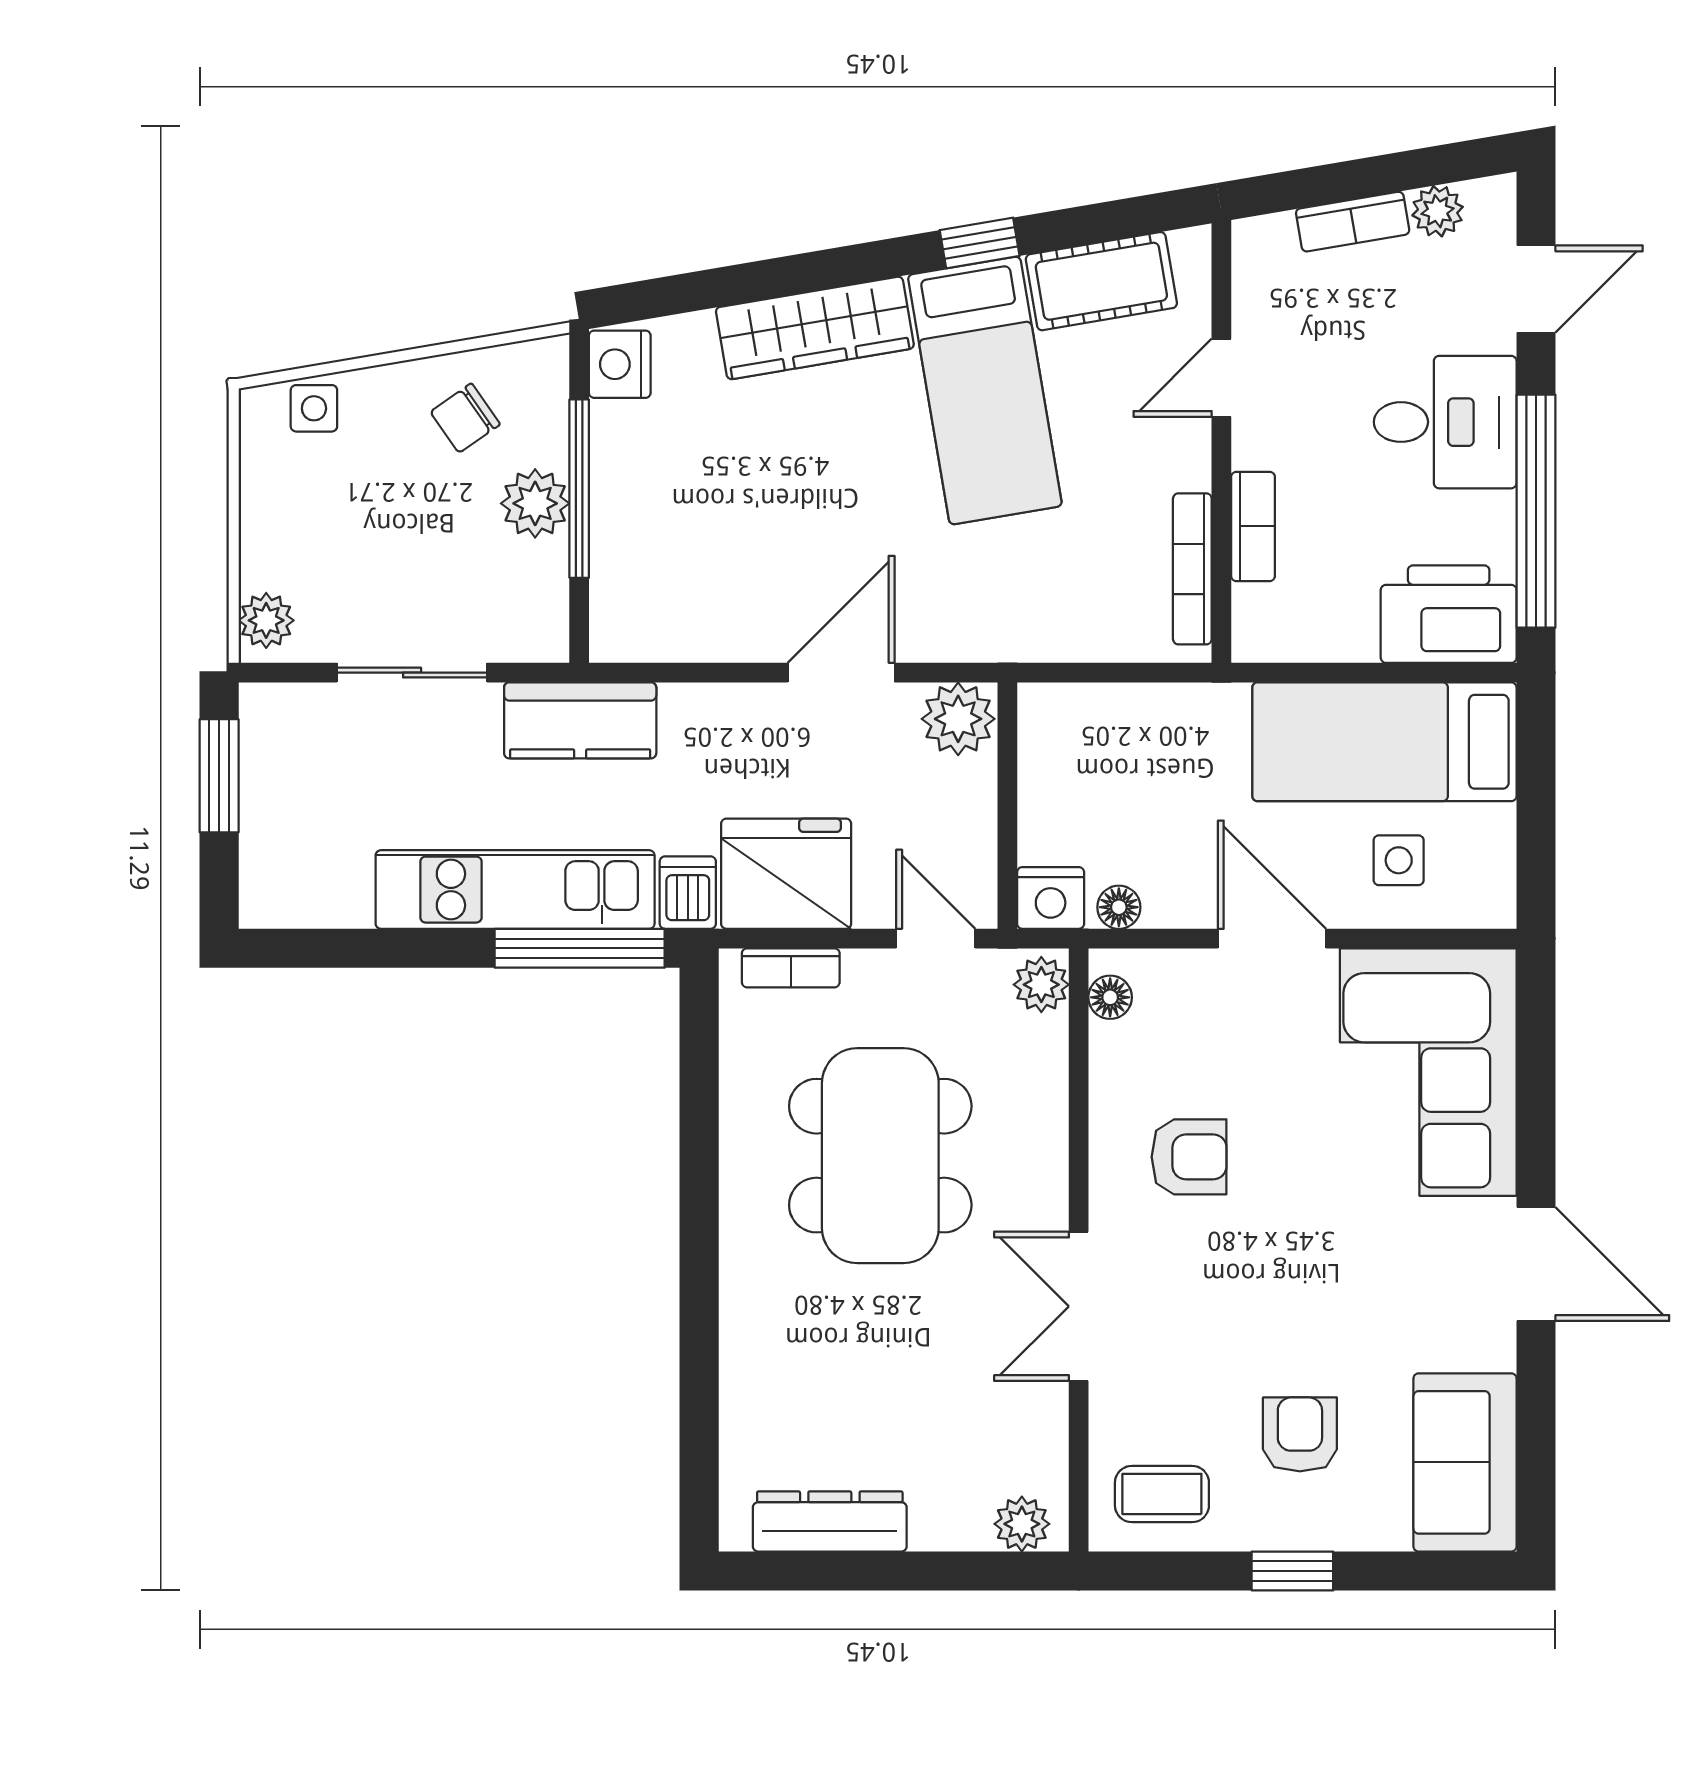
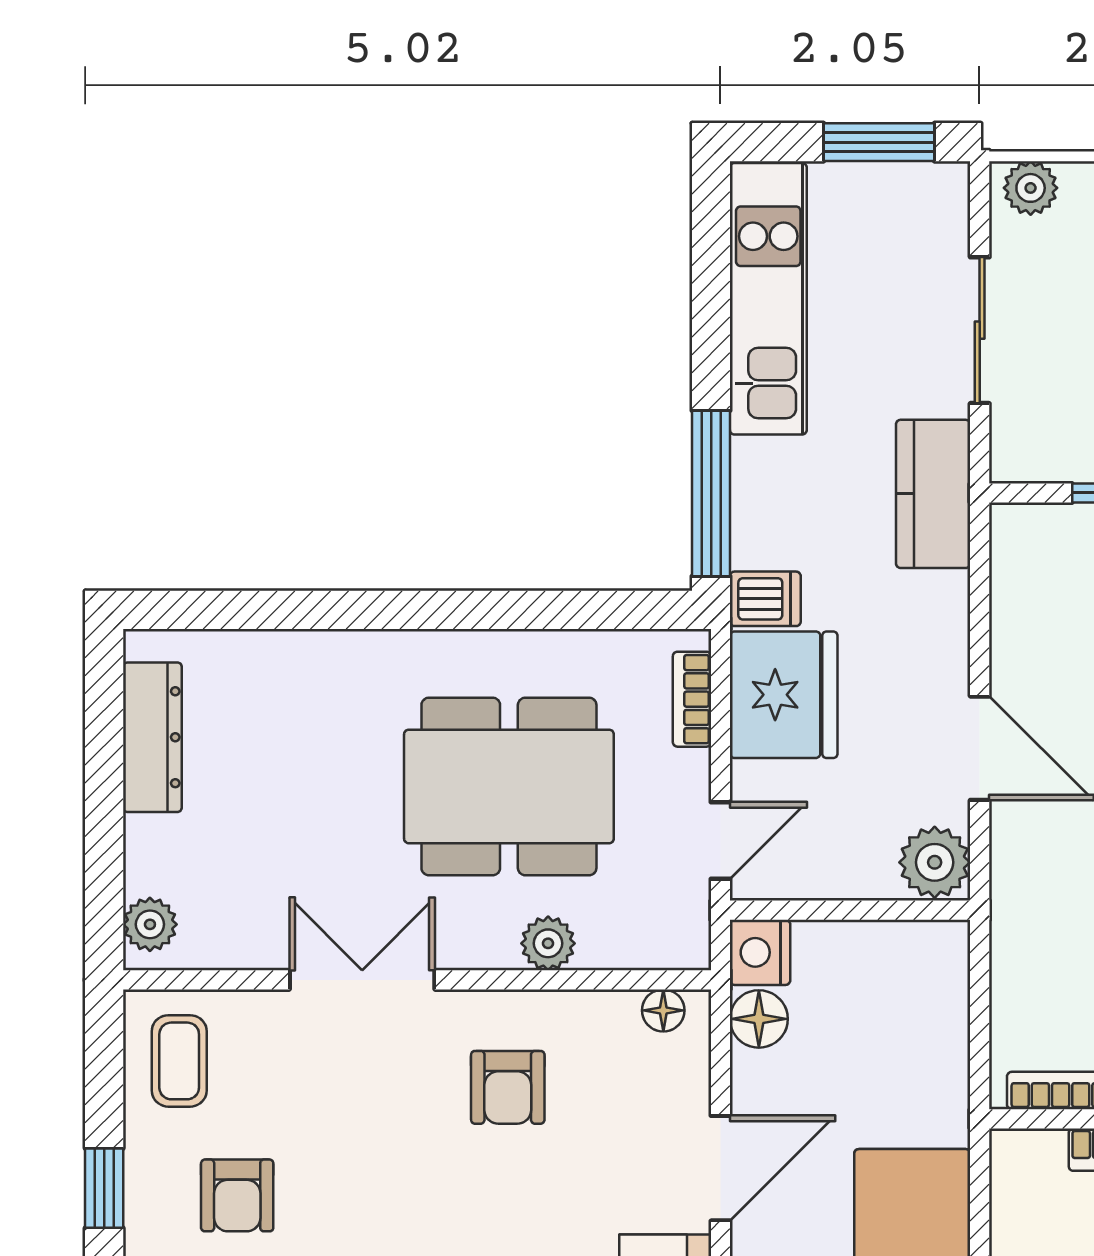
kitchen unit: (515, 890) -> (768, 299), moved
floor lamp: (1119, 907) -> (759, 1019), width x1.37, depth x1.37
plant: (1041, 985) -> (548, 943), moved
armchair: (1300, 1434) -> (237, 1195), turned 90

